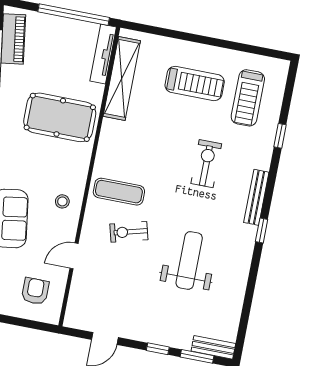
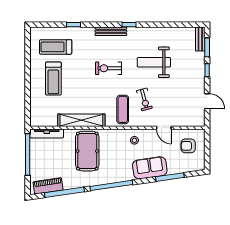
shelving: (122, 78) -> (81, 120), moved
treadmill: (195, 83) -> (53, 79), turned 180
treadmill: (248, 98) -> (56, 47), turned 180
exercise bike: (206, 164) -> (109, 68), moved

